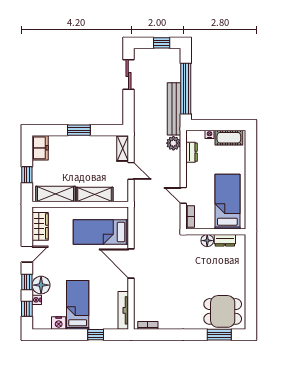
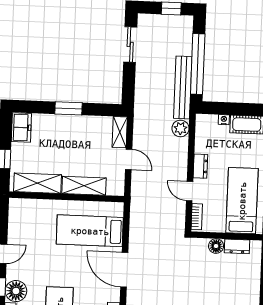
dresser: (191, 152) -> (200, 166), moved
wardrobe: (40, 226) -> (18, 221), removed

